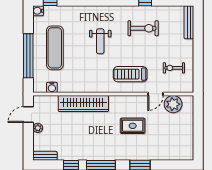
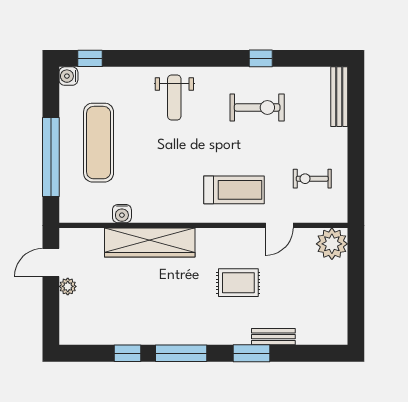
weight bench: (100, 41) -> (174, 97), moved
treadmill: (130, 74) -> (234, 190), turned 180
water cooler: (52, 87) -> (122, 214), moved
plant: (173, 104) -> (332, 244), moved
bench: (45, 156) -> (273, 337), moved

